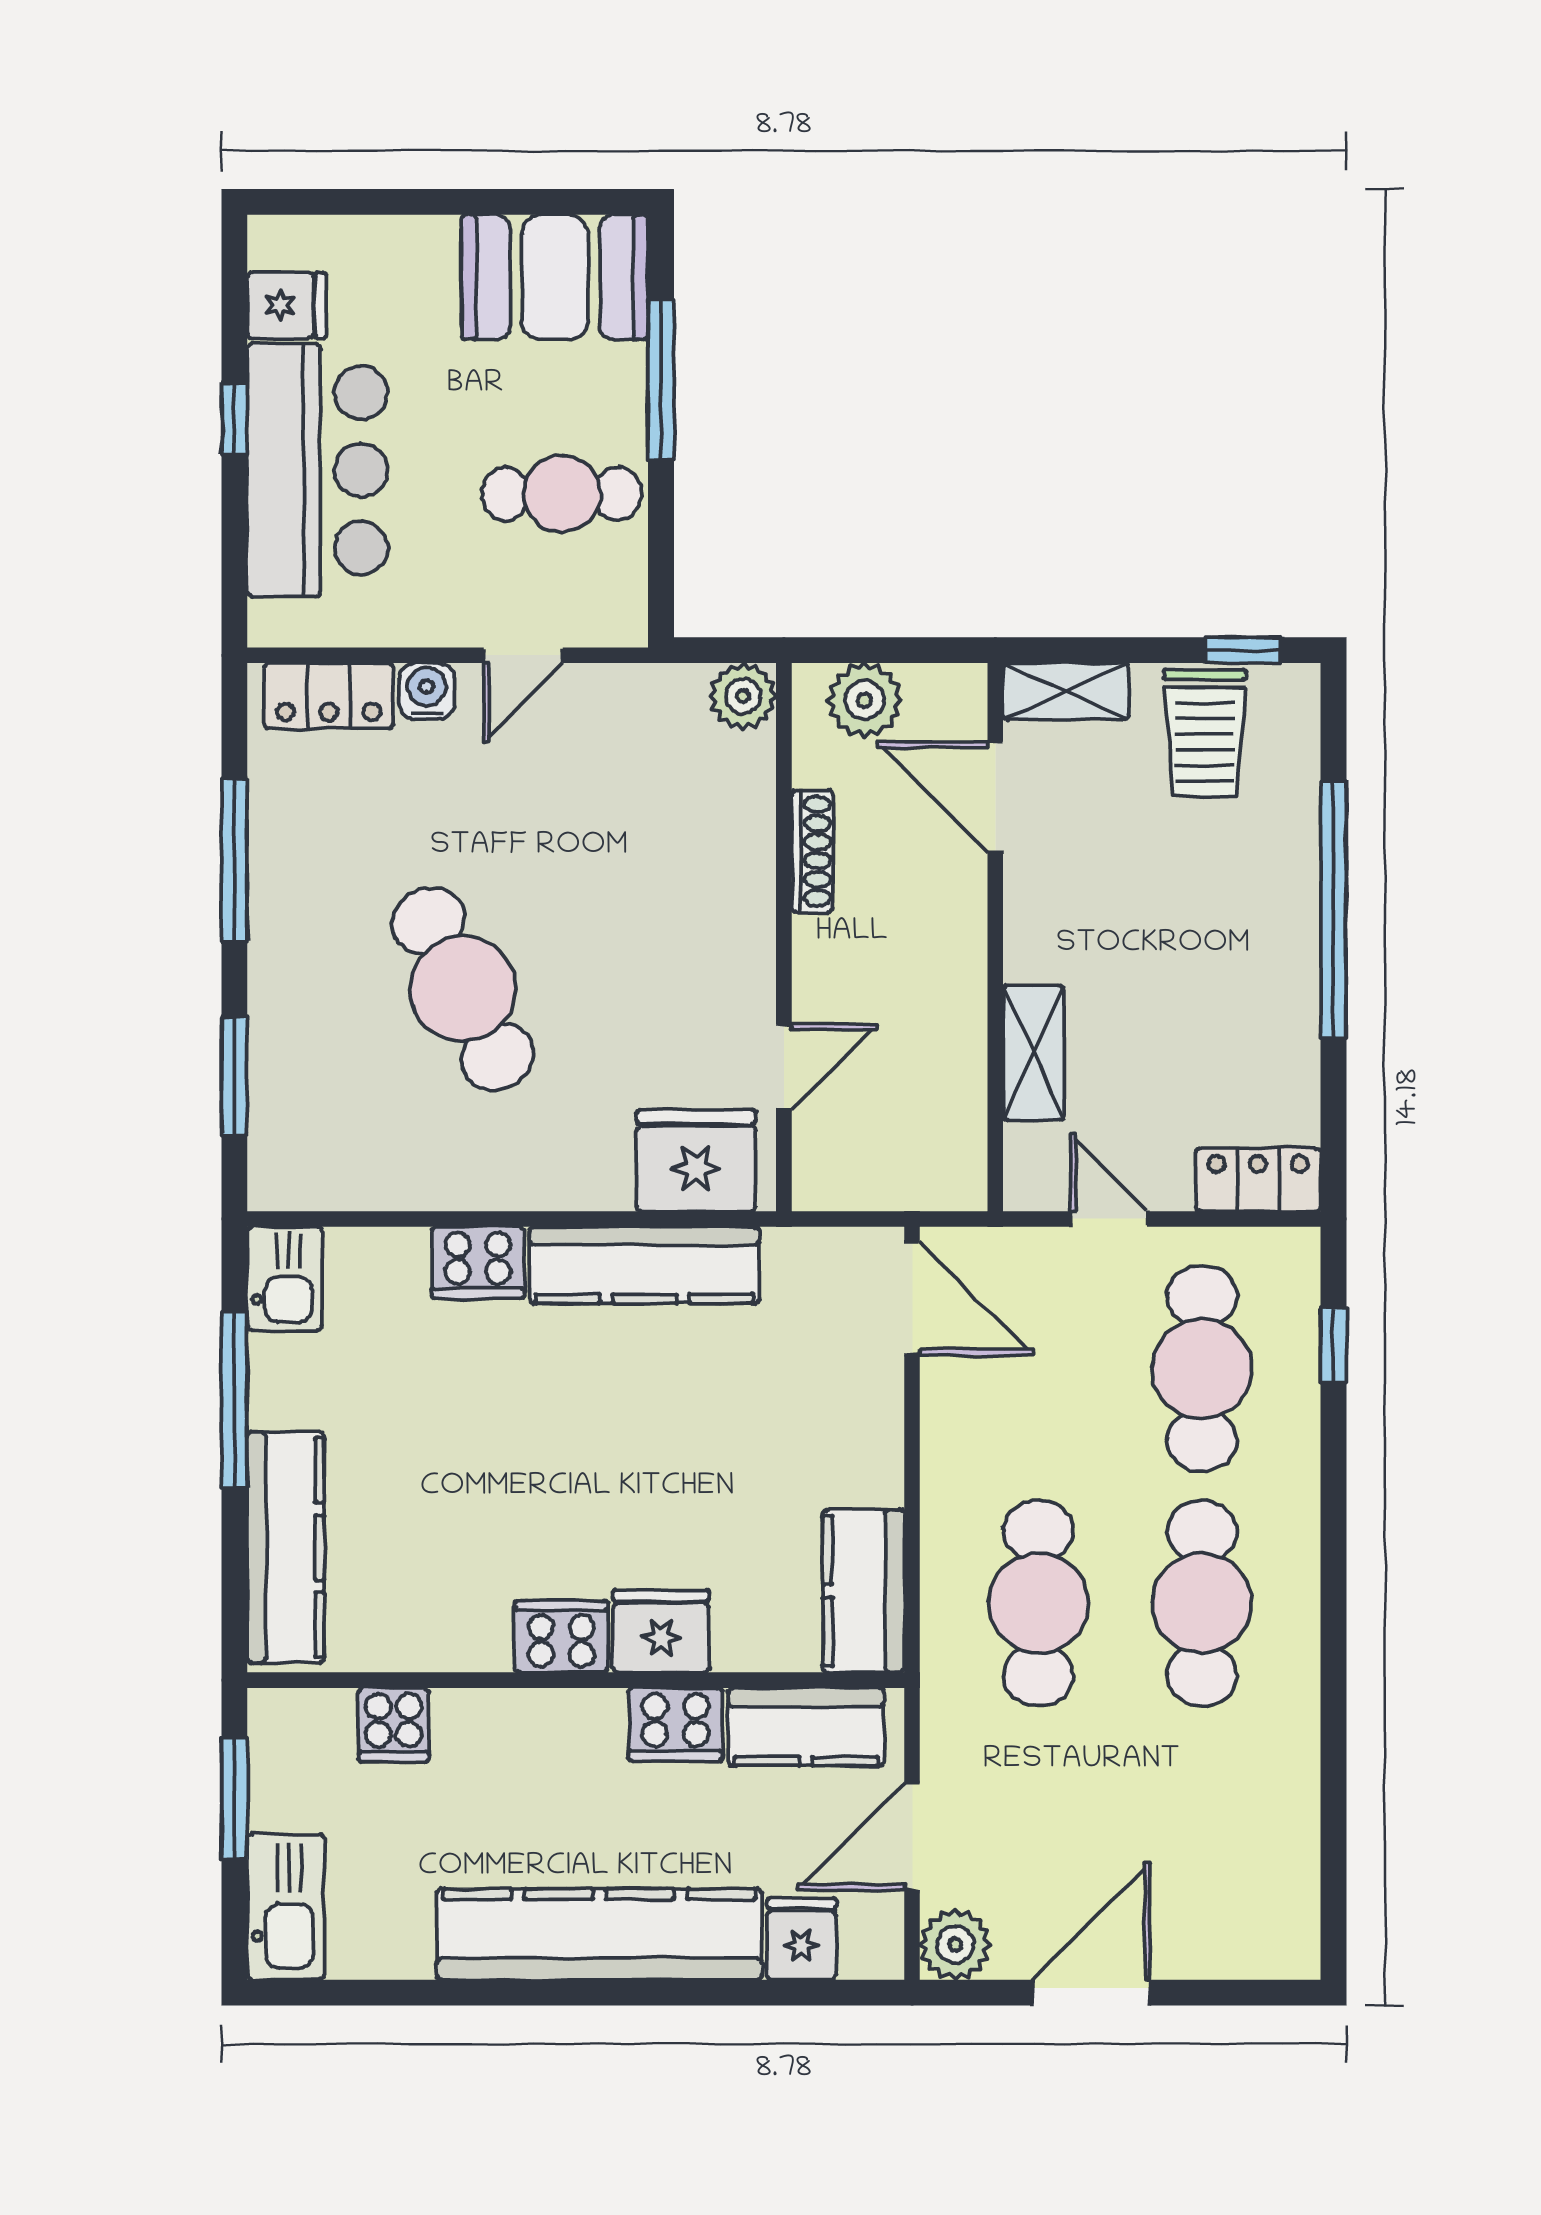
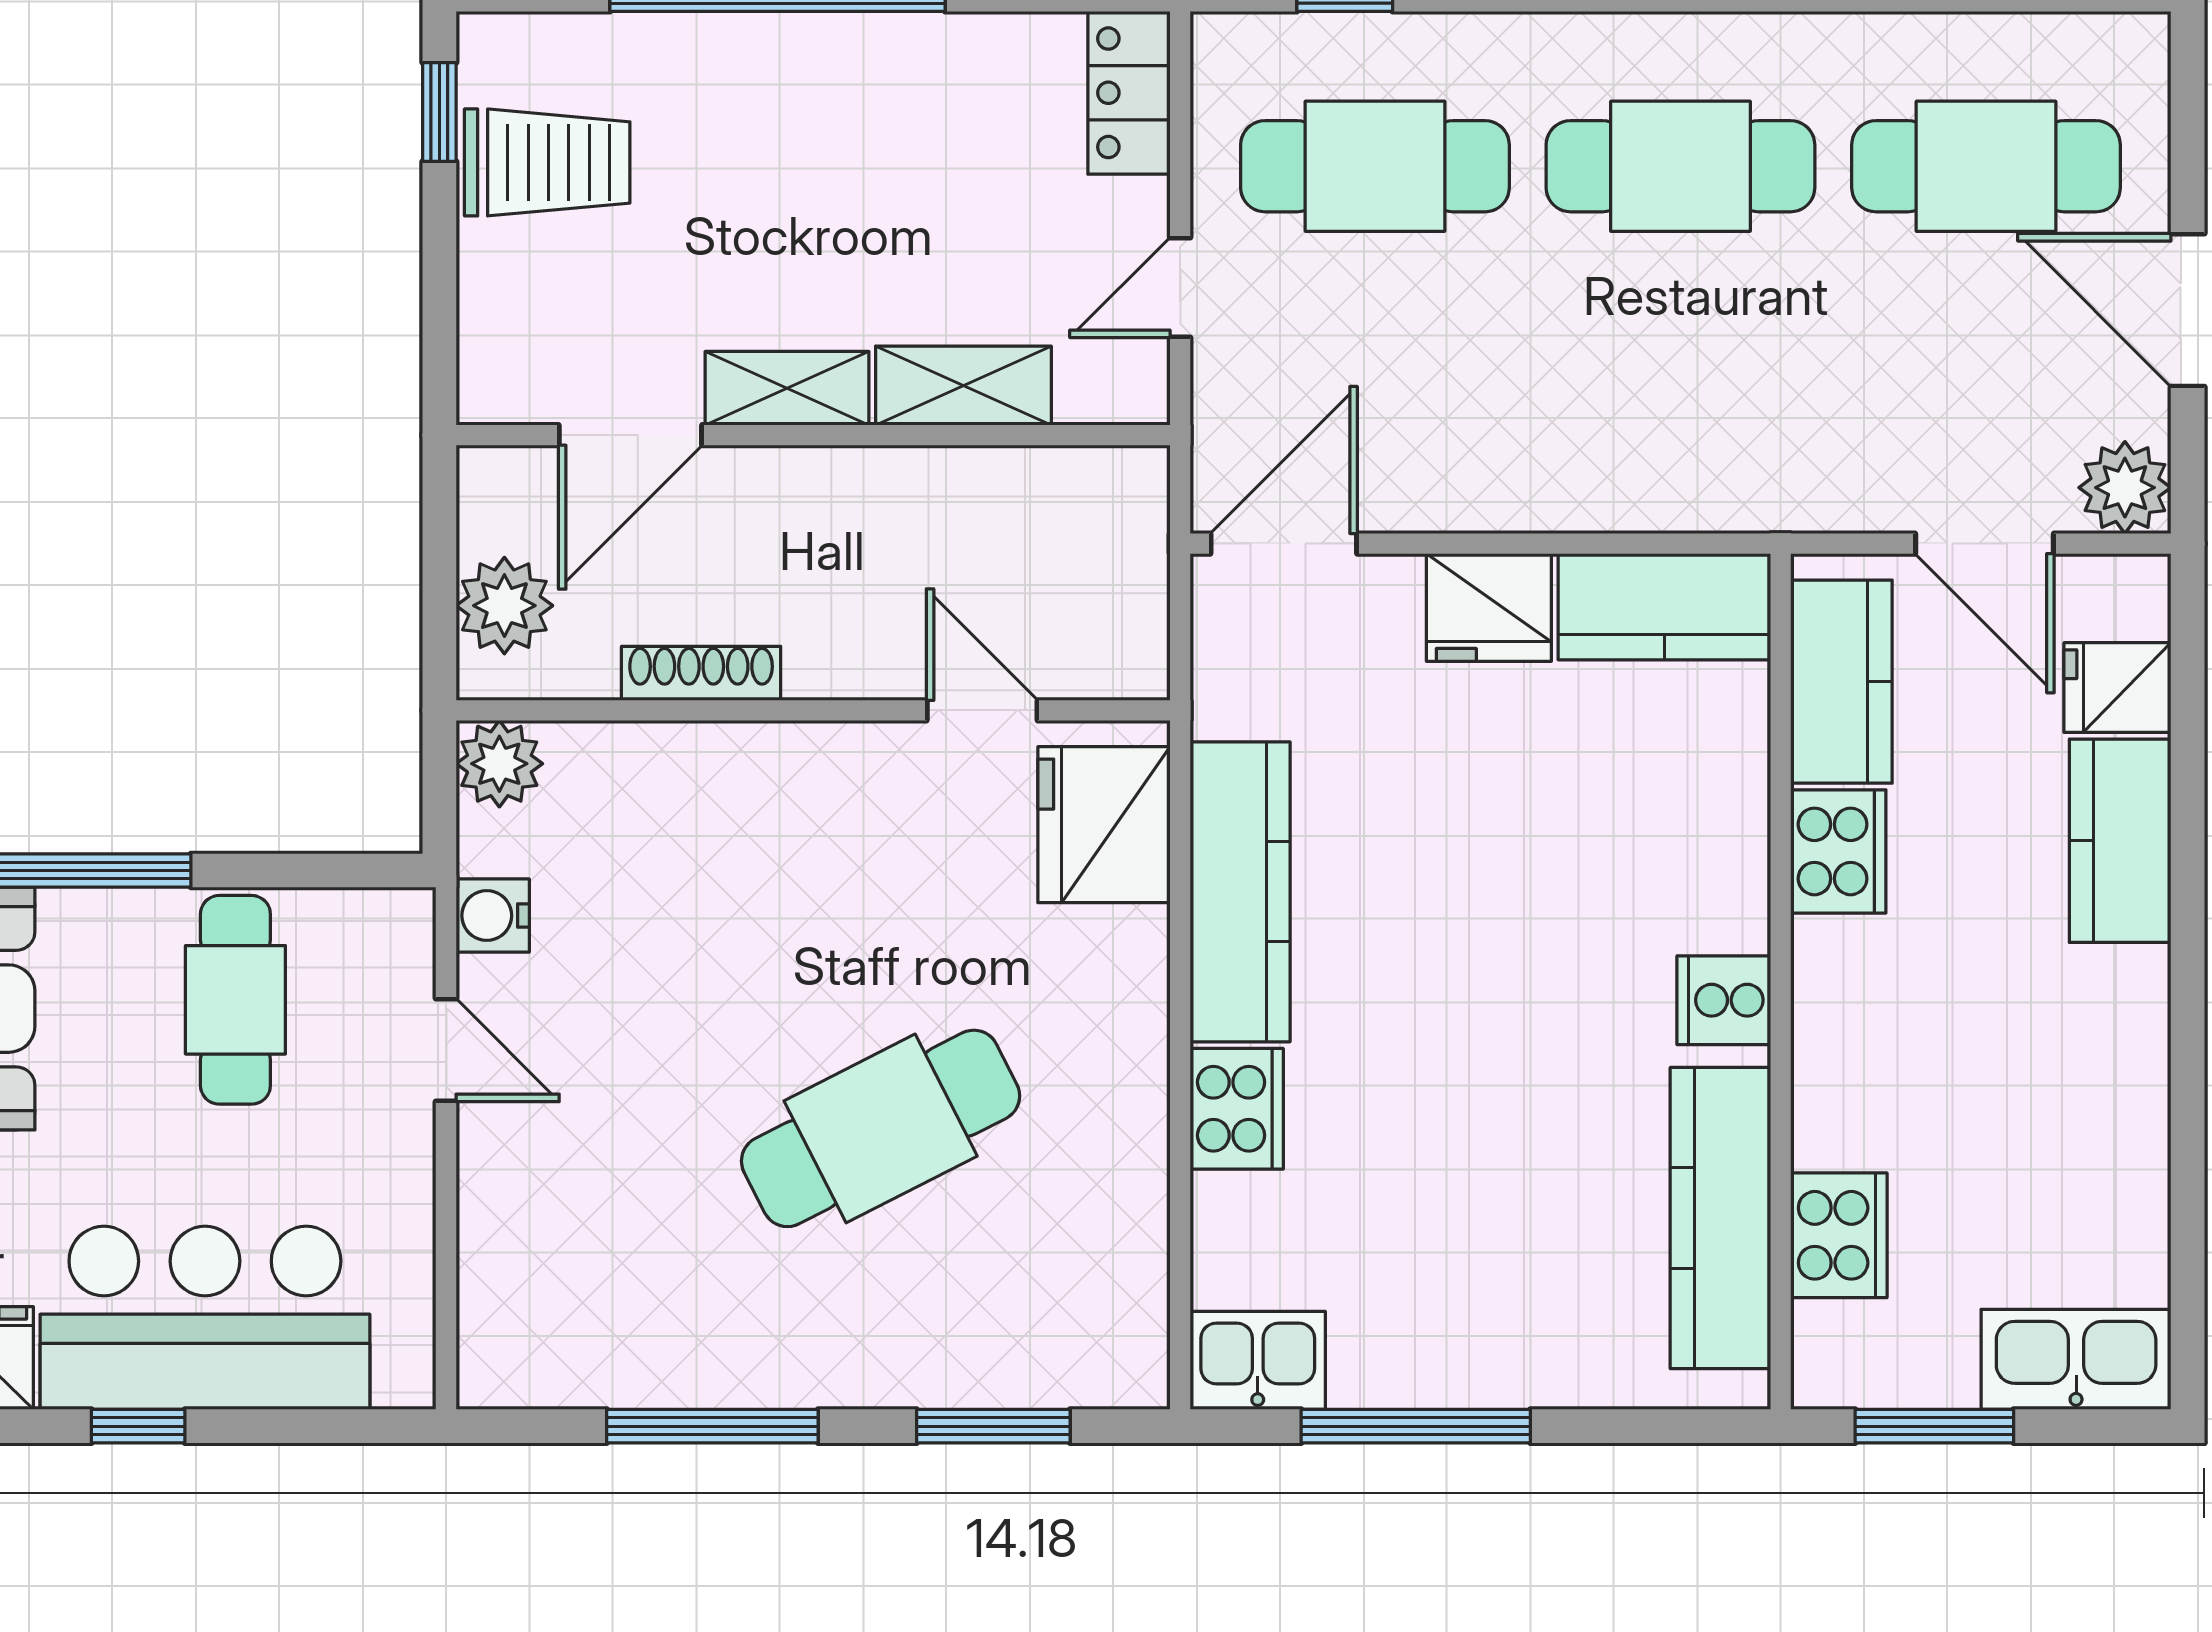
water cooler: (427, 691) -> (493, 916), moved
shelving: (1066, 691) -> (787, 388), moved, turned 90
locker: (329, 696) -> (499, 1303), removed
kitchen counter: (286, 1548) -> (1720, 1218), moved, turned -90
cafe table: (1039, 1603) -> (1986, 166), moved
fridge: (661, 1631) -> (1489, 607), moved, turned -90
cooker: (561, 1636) -> (1724, 1000), width x0.73
cooker: (394, 1725) -> (1839, 1235), width x1.36
kitchen counter: (599, 1934) -> (2120, 841), width x0.48, depth x0.86

